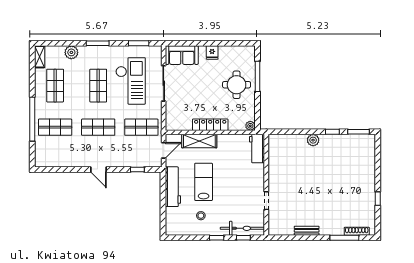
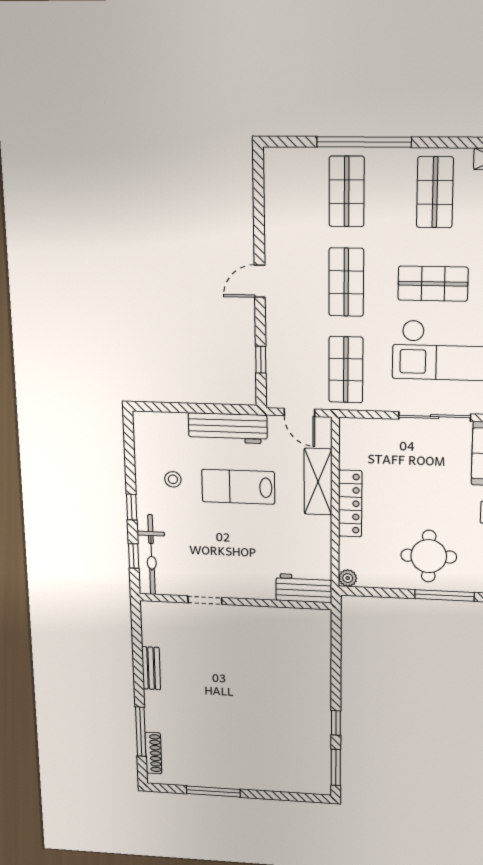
shop shelf: (55, 86) -> (435, 192), turned 90
plant: (313, 140) -> (320, 689), removed
lab bench: (204, 182) -> (238, 487), turned 180
window: (378, 199) -> (213, 791), width x2.17

